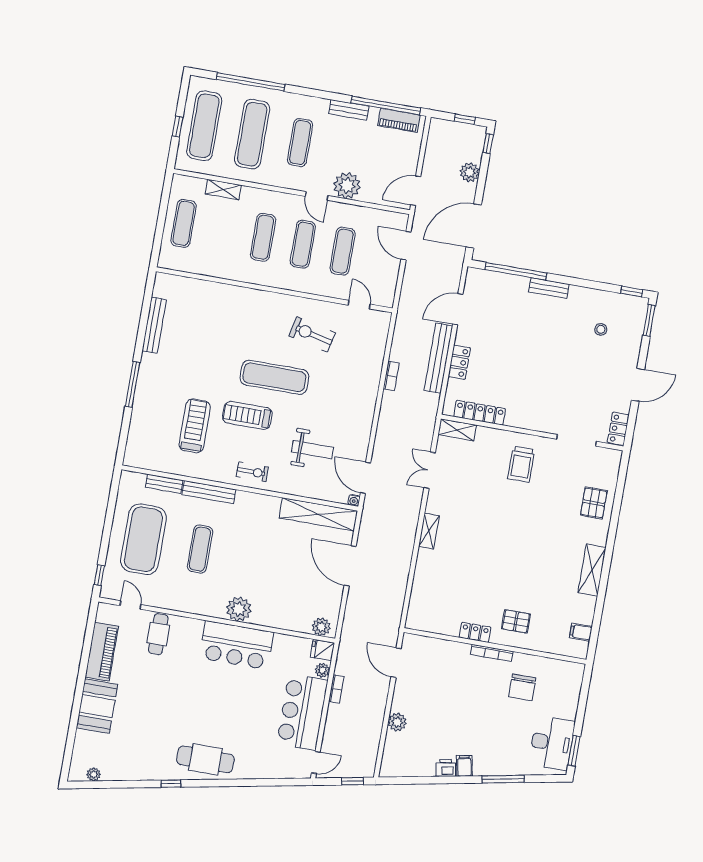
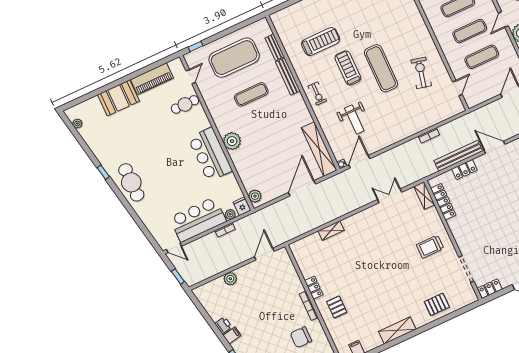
shelving: (429, 531) -> (331, 231), moved

